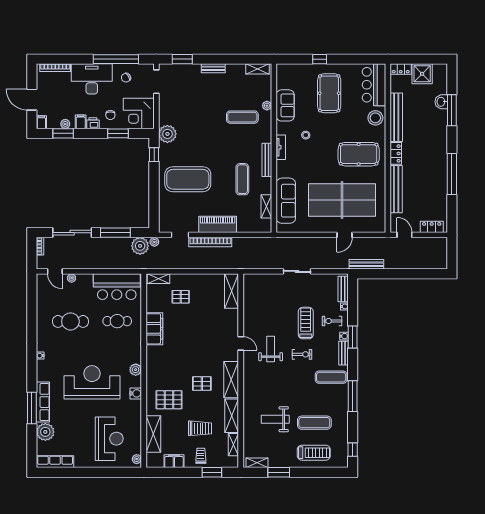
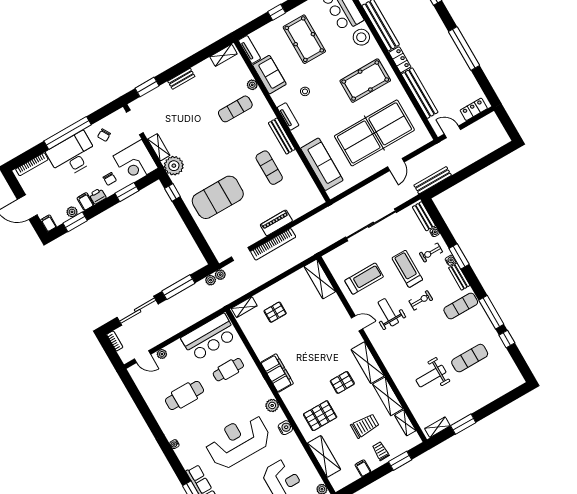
window: (116, 59) -> (68, 133), moved
tv unit: (281, 76) -> (249, 50), added
shelving: (266, 206) -> (159, 147), moved
piano: (218, 224) -> (276, 223), width x0.73, depth x0.75
plant: (140, 246) -> (211, 280), width x0.53, depth x0.53
sliding door: (297, 271) -> (371, 225), width x1.86
filing cabinet: (154, 329) -> (277, 373), moved
window: (353, 450) -> (507, 339), moved
treadmill: (314, 453) -> (364, 279), moved
filing cabinet: (174, 461) -> (363, 468), width x0.50

